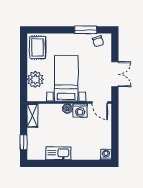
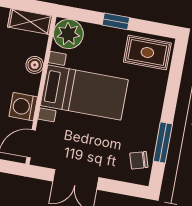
window: (24, 68) -> (116, 21), added
plant: (35, 79) -> (68, 34), moved
boiler: (67, 109) -> (35, 65), moved

